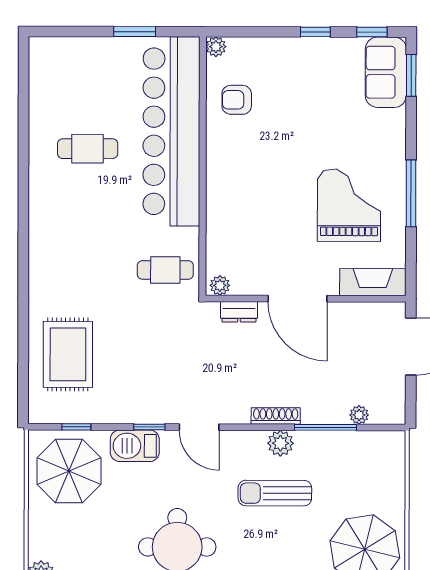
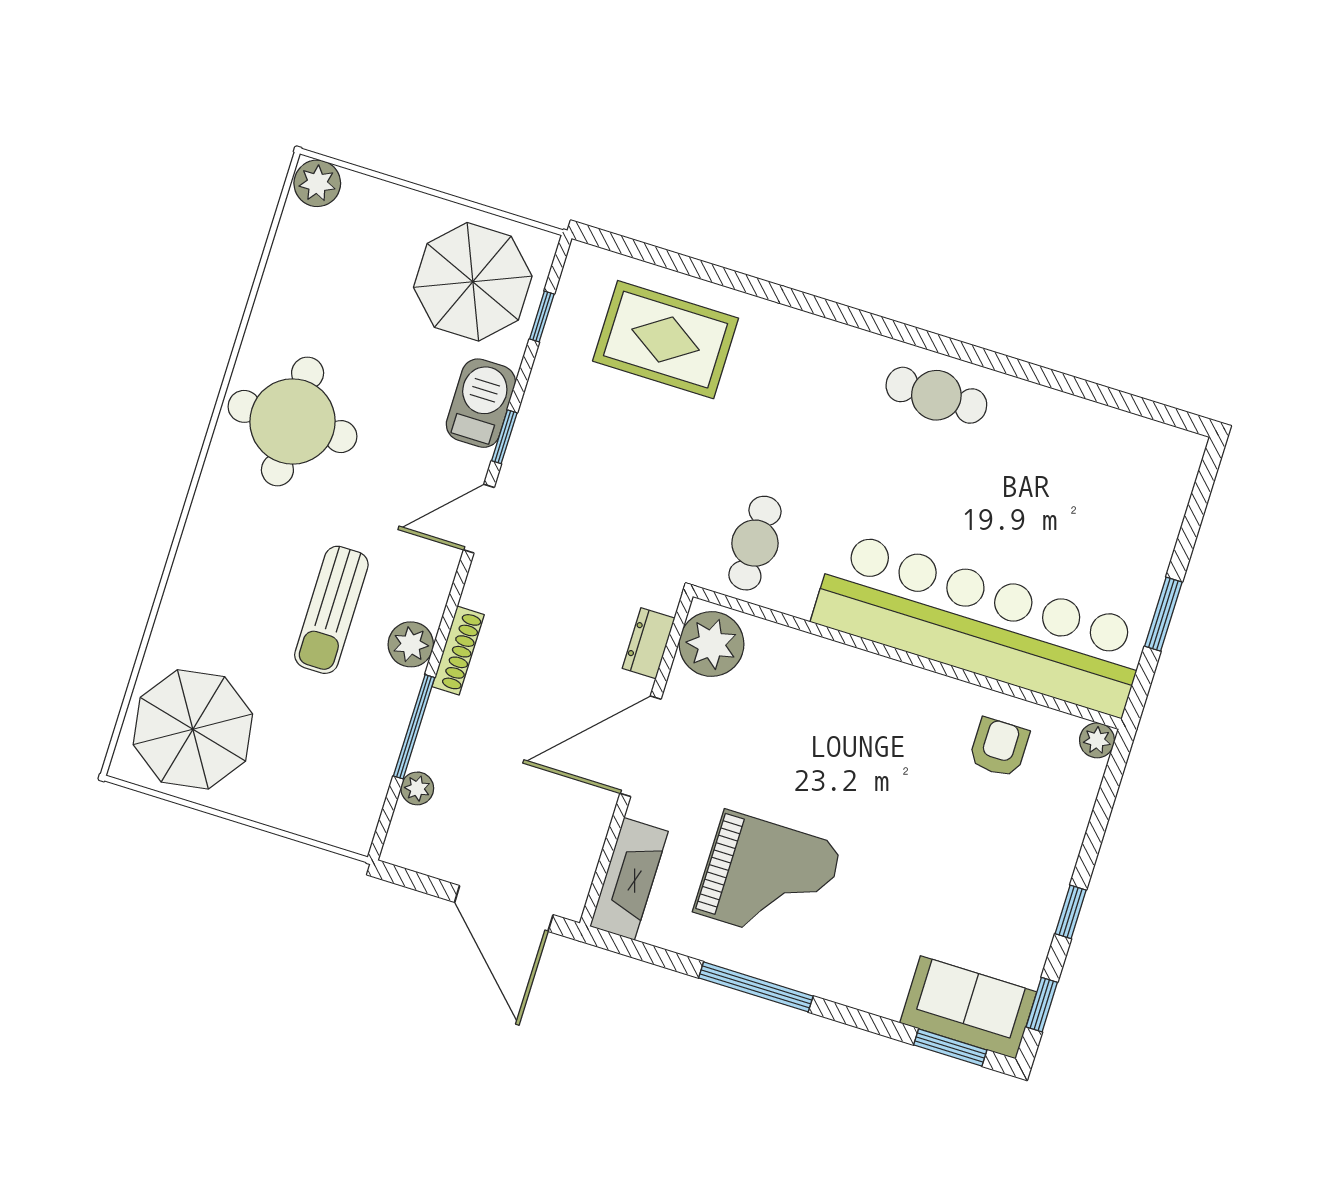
cafe table: (88, 149) -> (936, 395), moved, turned 90
plant: (220, 285) -> (712, 644), width x1.87, depth x1.87
sun lounger: (275, 493) -> (331, 610), turned 180

